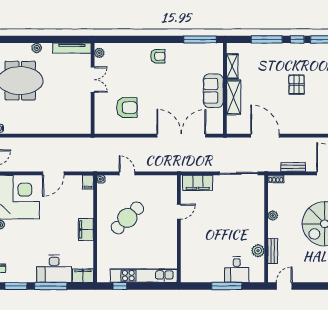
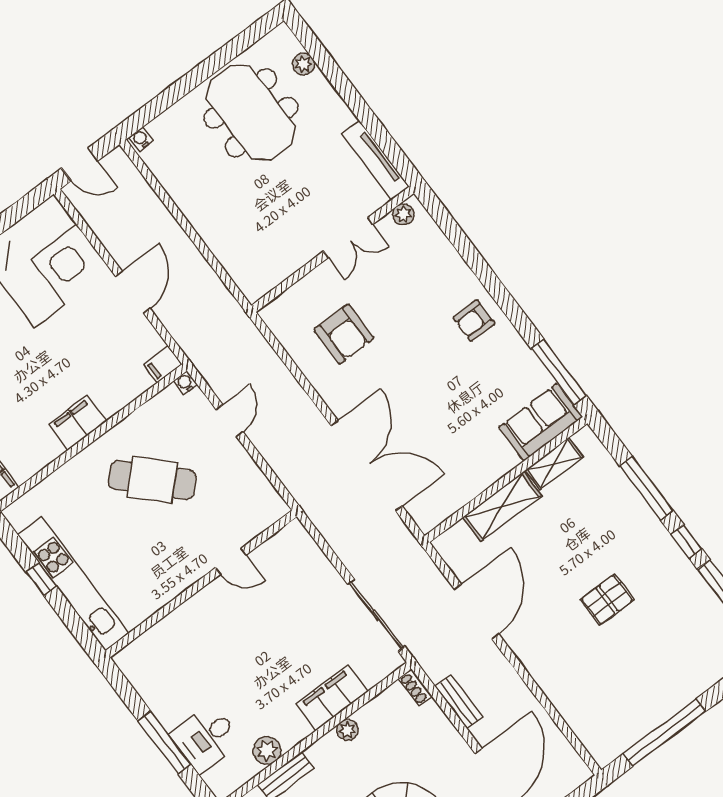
plant: (37, 48) -> (303, 64), moved
armchair: (158, 56) -> (474, 321), turned 90
sofa: (213, 91) -> (541, 422), moved
door: (53, 173) -> (133, 292), swing flipped
filing cabinet: (198, 183) -> (332, 698), moved, turned 90
window: (120, 286) -> (41, 579), moved

